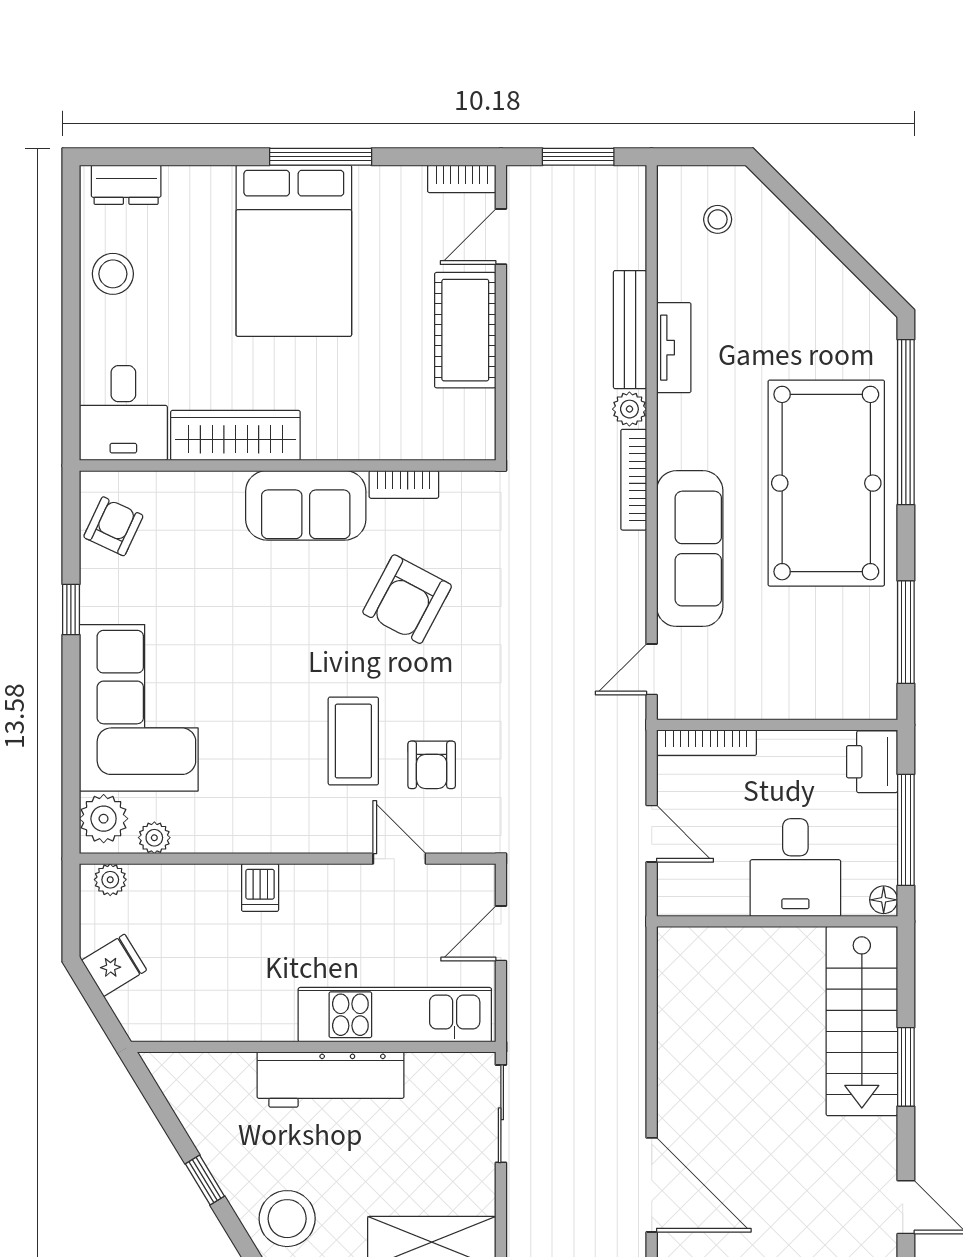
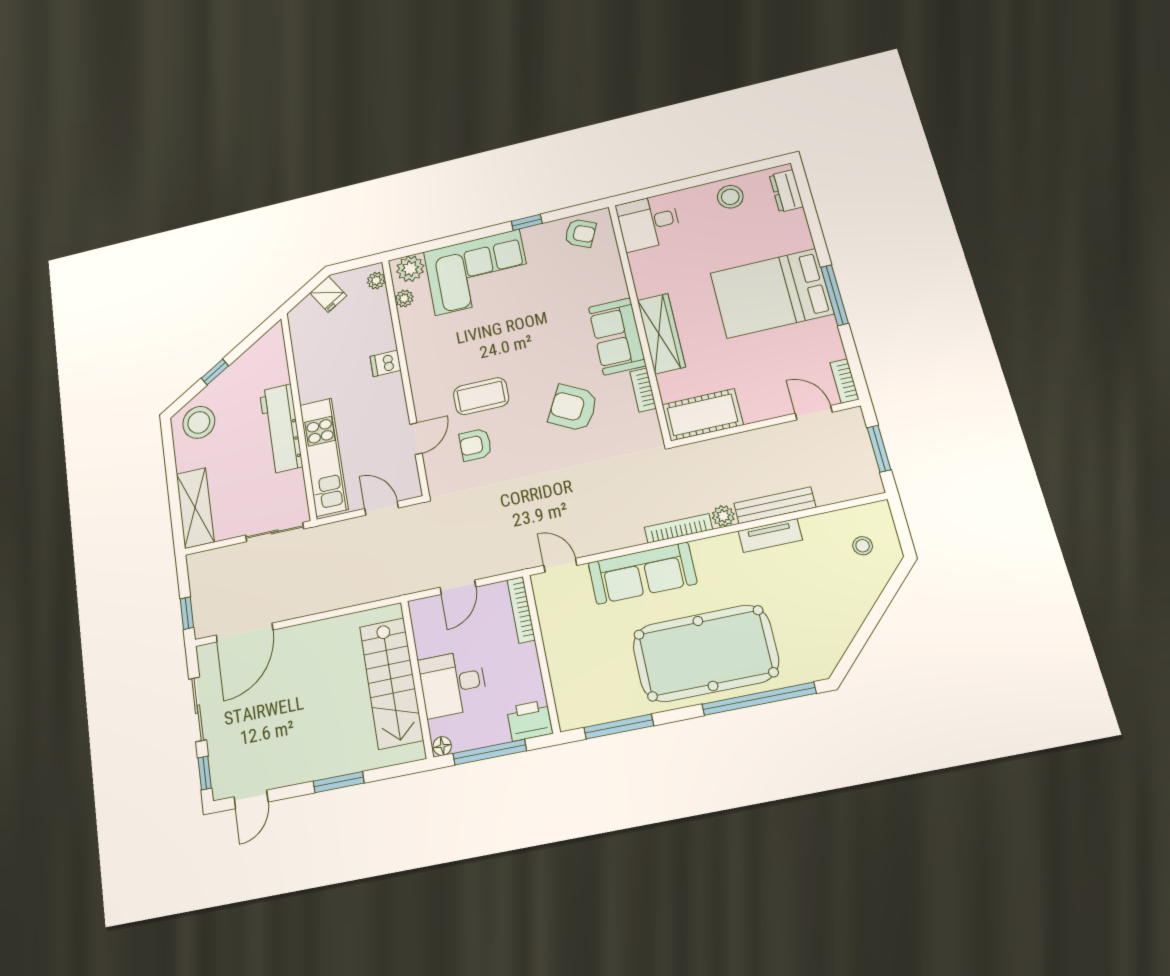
cot: (465, 330) -> (702, 415), moved
wardrobe: (235, 435) -> (661, 333), moved
stairs: (862, 1021) -> (391, 683), moved, turned -90

